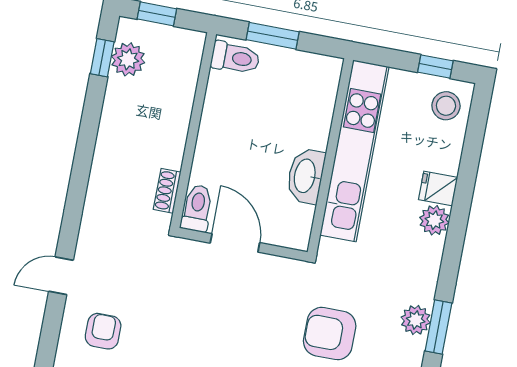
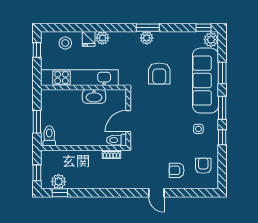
stool: (446, 106) -> (65, 43), moved

